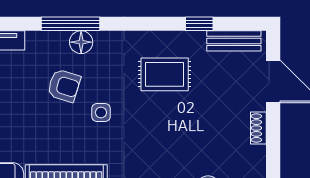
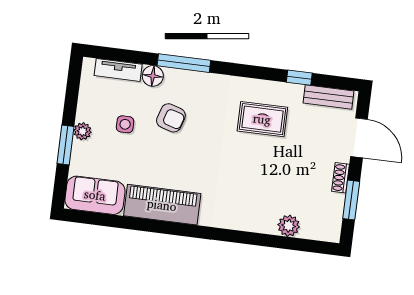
floor lamp: (81, 42) -> (153, 76), moved
side table: (101, 112) -> (125, 124), moved
window: (273, 151) -> (351, 200), added

